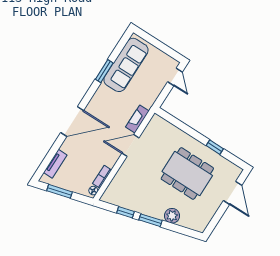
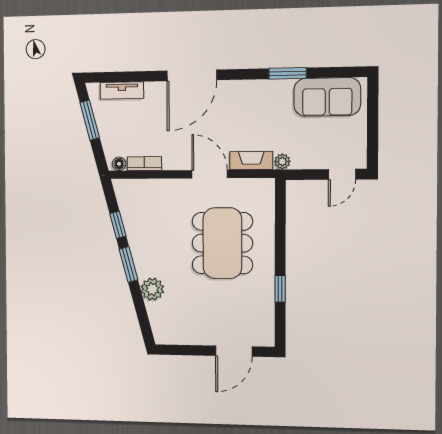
sofa: (126, 65) -> (327, 97), width x0.73
plant: (148, 103) -> (282, 162), added
door: (72, 122) -> (192, 75), hinge flipped
dining table: (187, 173) -> (222, 243), moved

